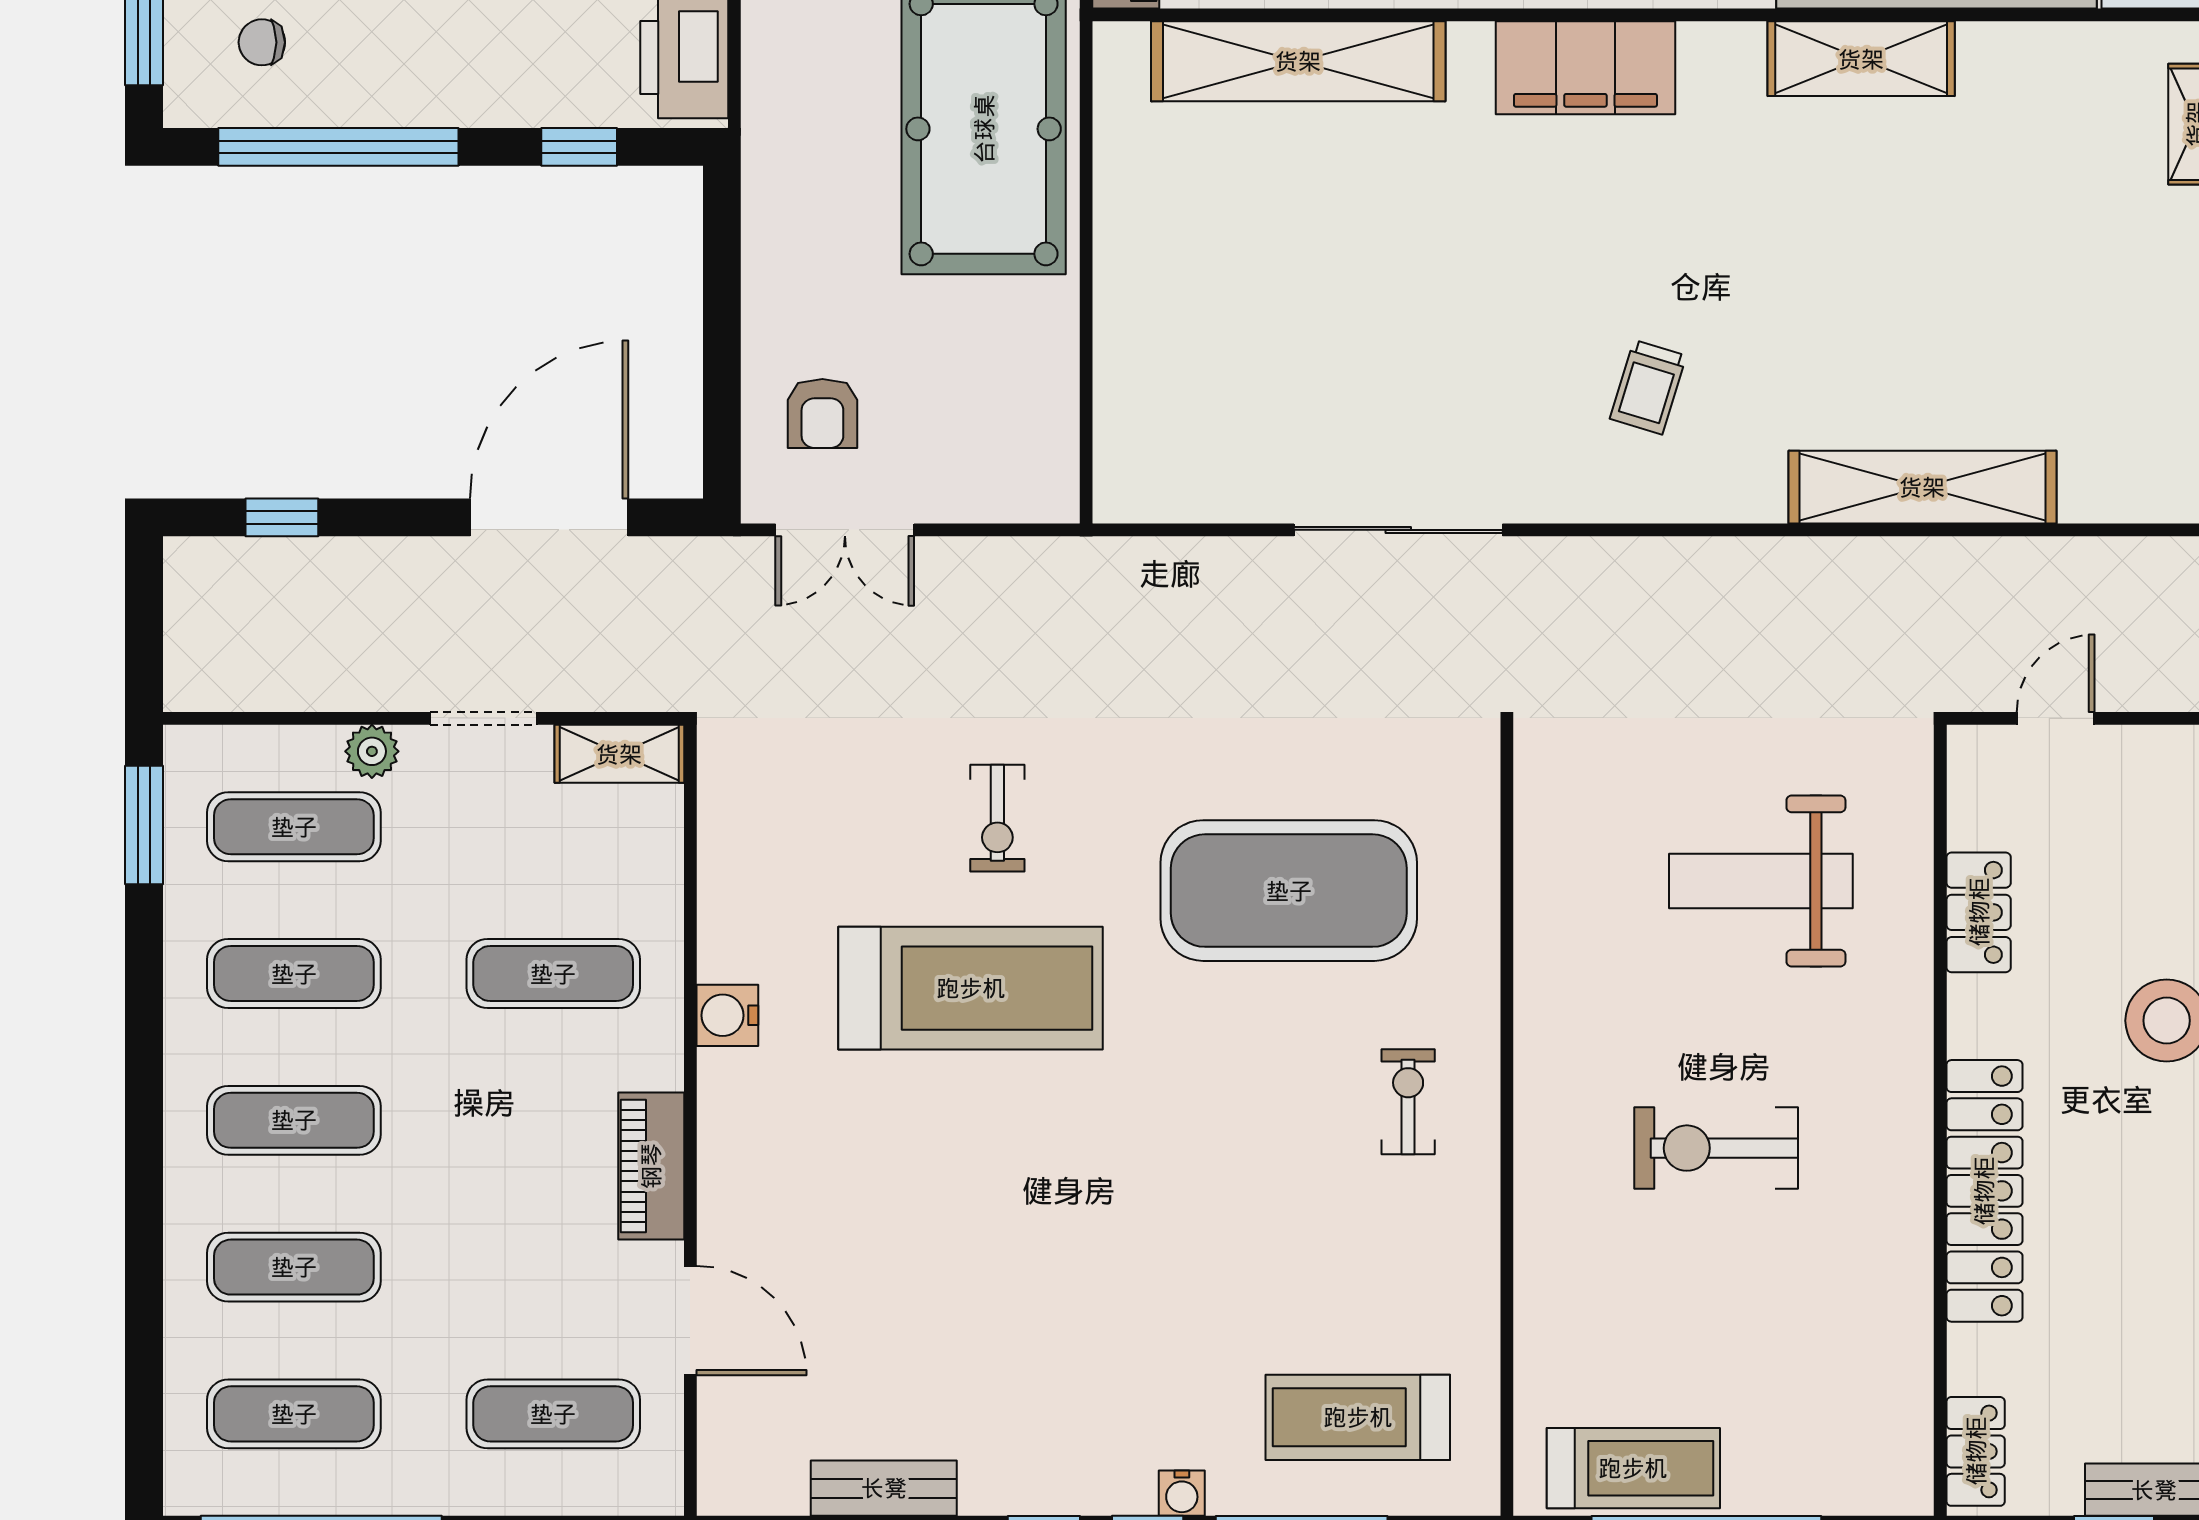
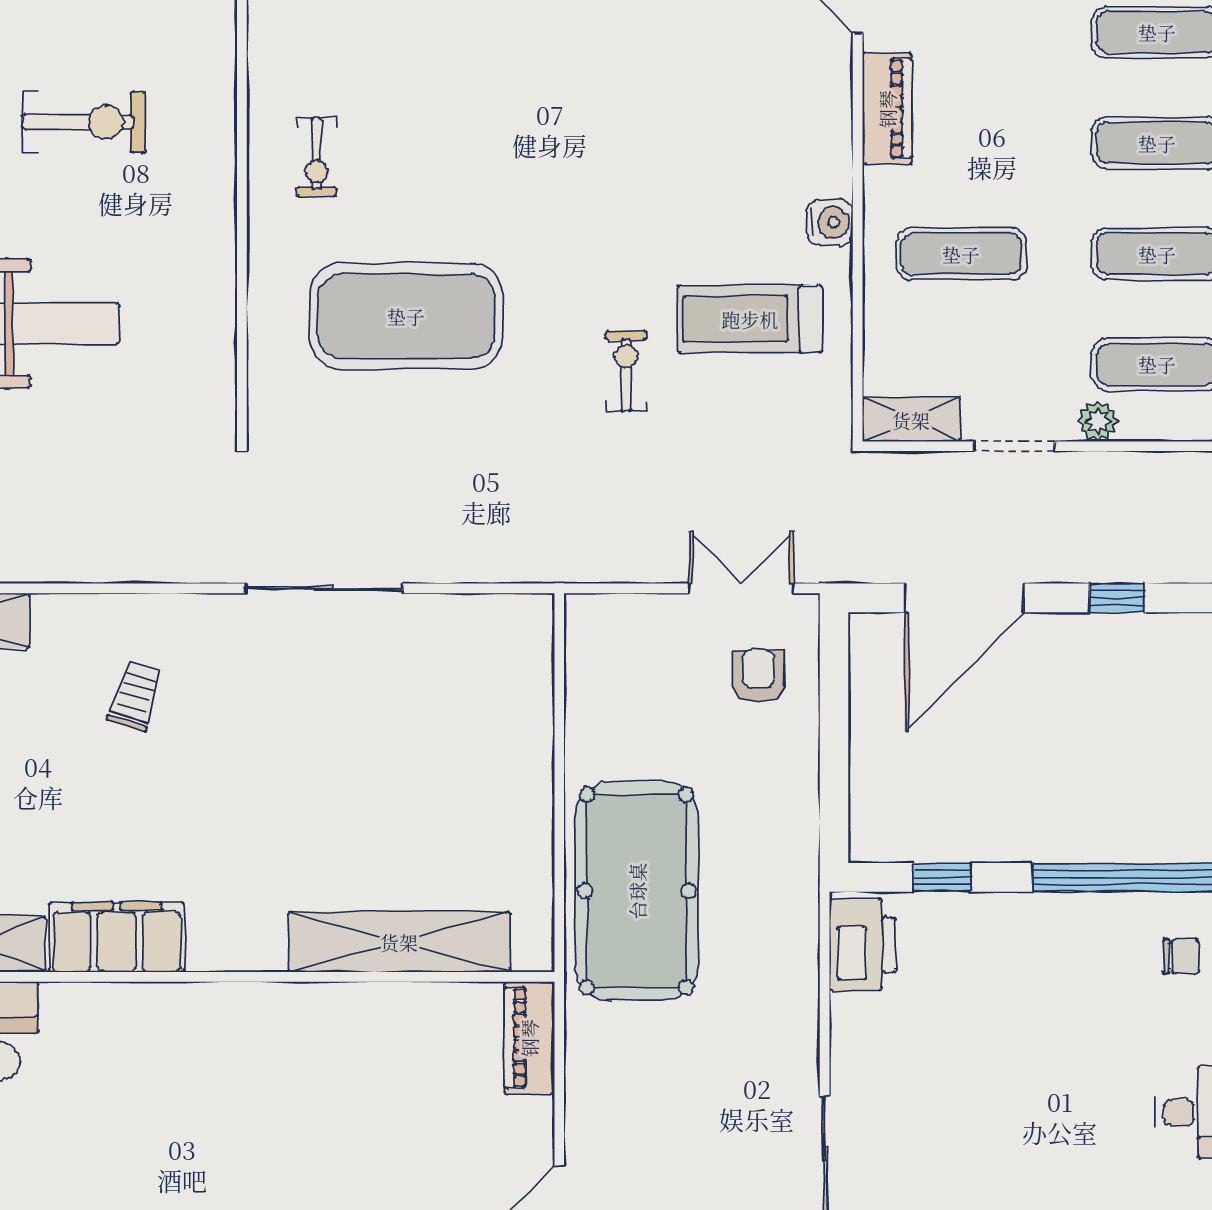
filing cabinet: (1585, 68) -> (117, 937), moved
window: (282, 517) -> (1117, 598), moved
treadmill: (971, 988) -> (750, 319), moved, width x0.73, depth x0.73

